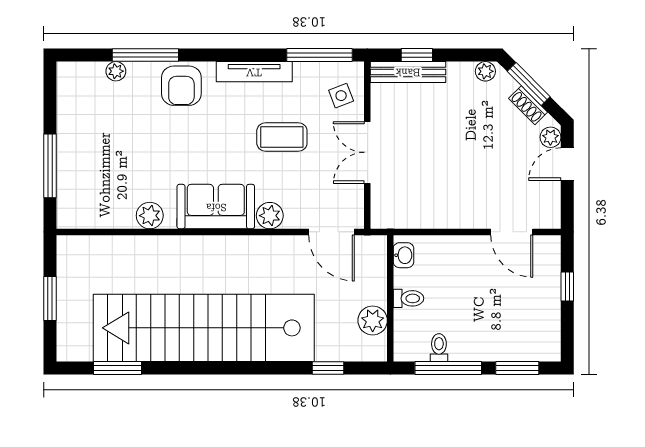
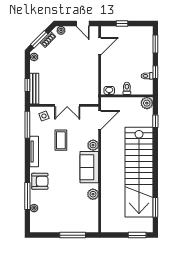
door: (567, 164) -> (83, 24), moved
window: (50, 298) -> (137, 235), moved
plant: (373, 320) -> (147, 103), moved
window: (448, 368) -> (155, 72), width x0.46

